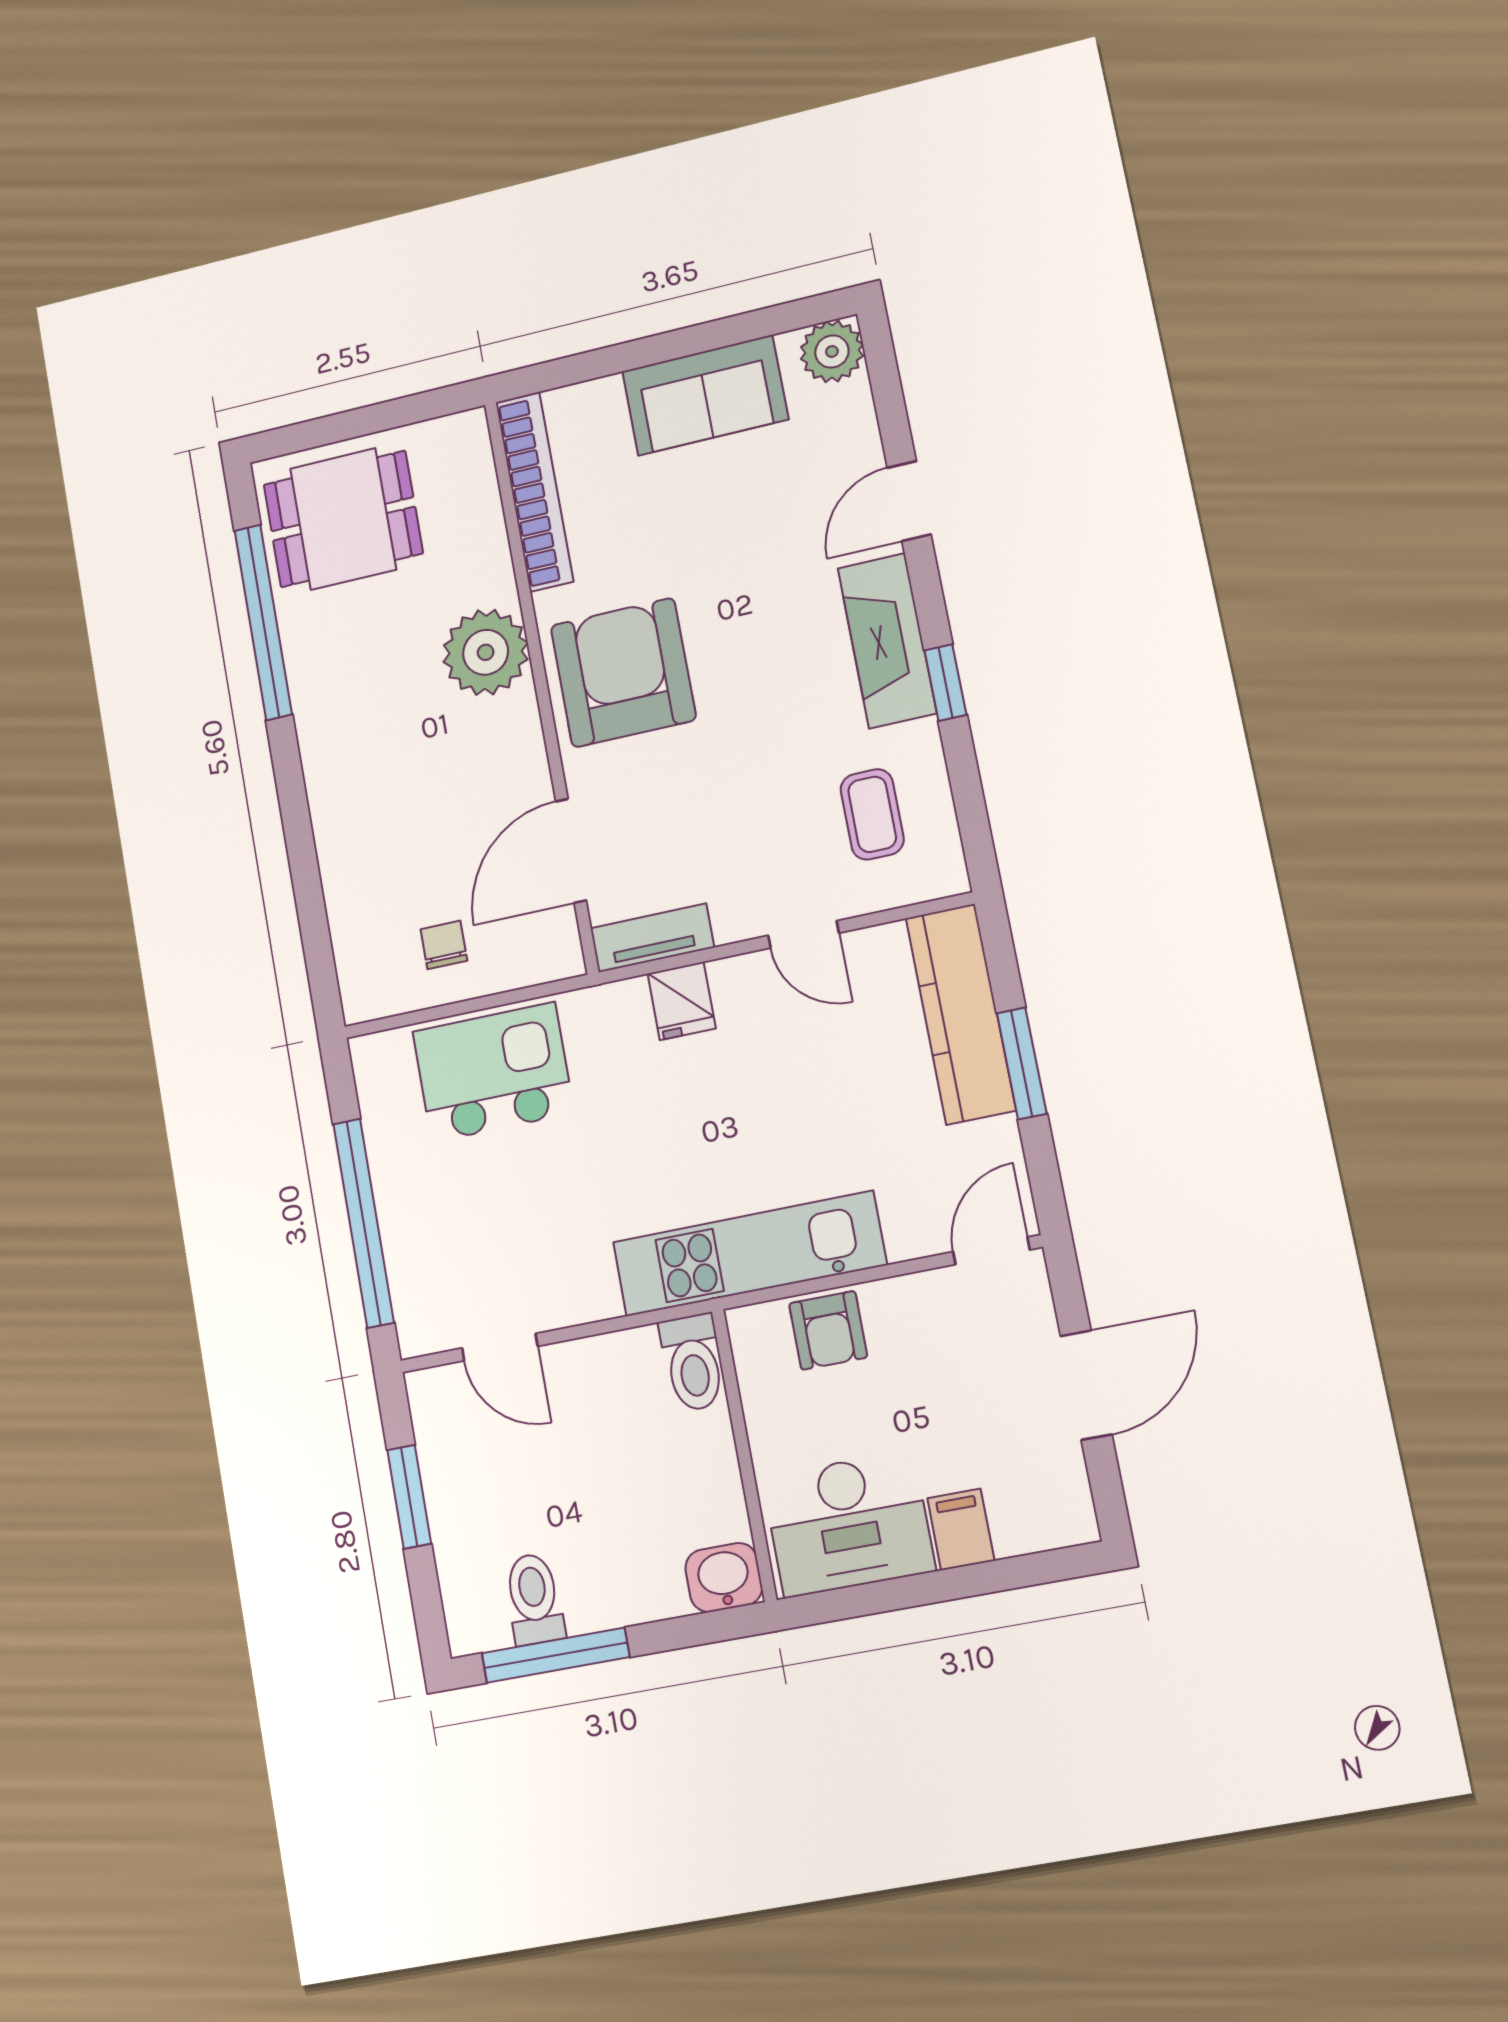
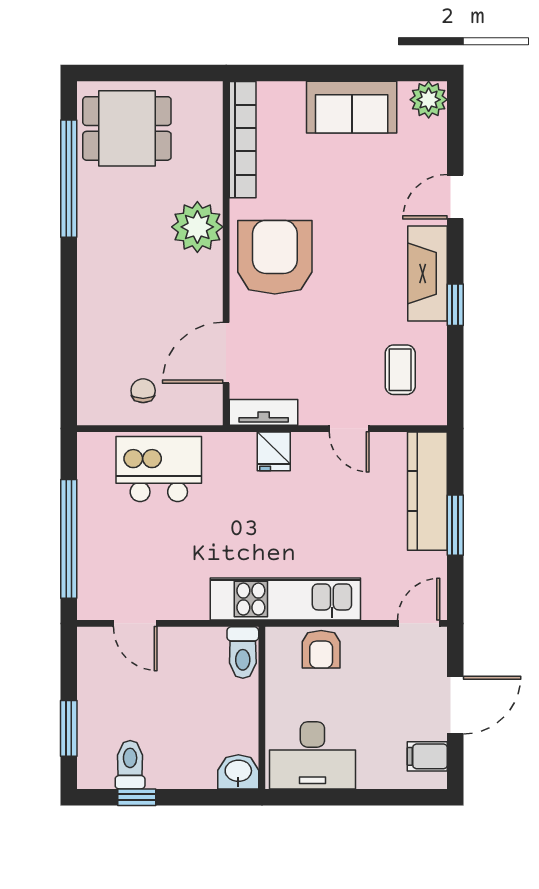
window: (409, 1497) -> (69, 728), moved
filing cabinet: (961, 1529) -> (427, 756), moved, turned -90
window: (556, 1655) -> (137, 797), width x0.46

